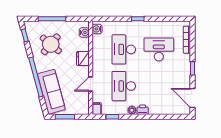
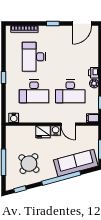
water cooler: (84, 32) -> (56, 130), moved

